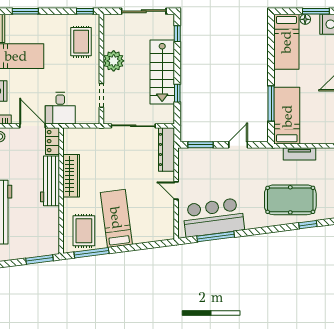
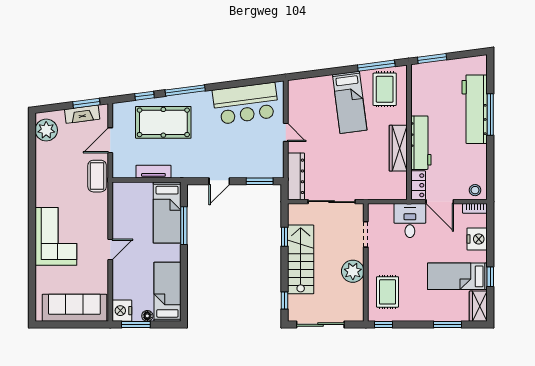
window: (216, 237) -> (185, 90), moved

